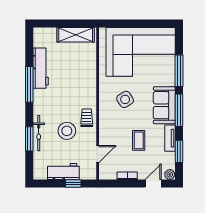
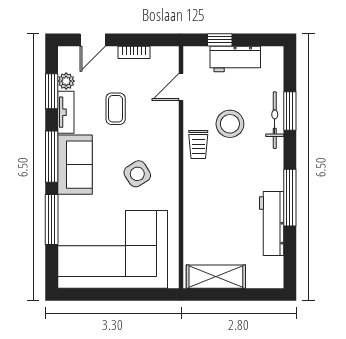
plant: (170, 174) -> (66, 81), moved

